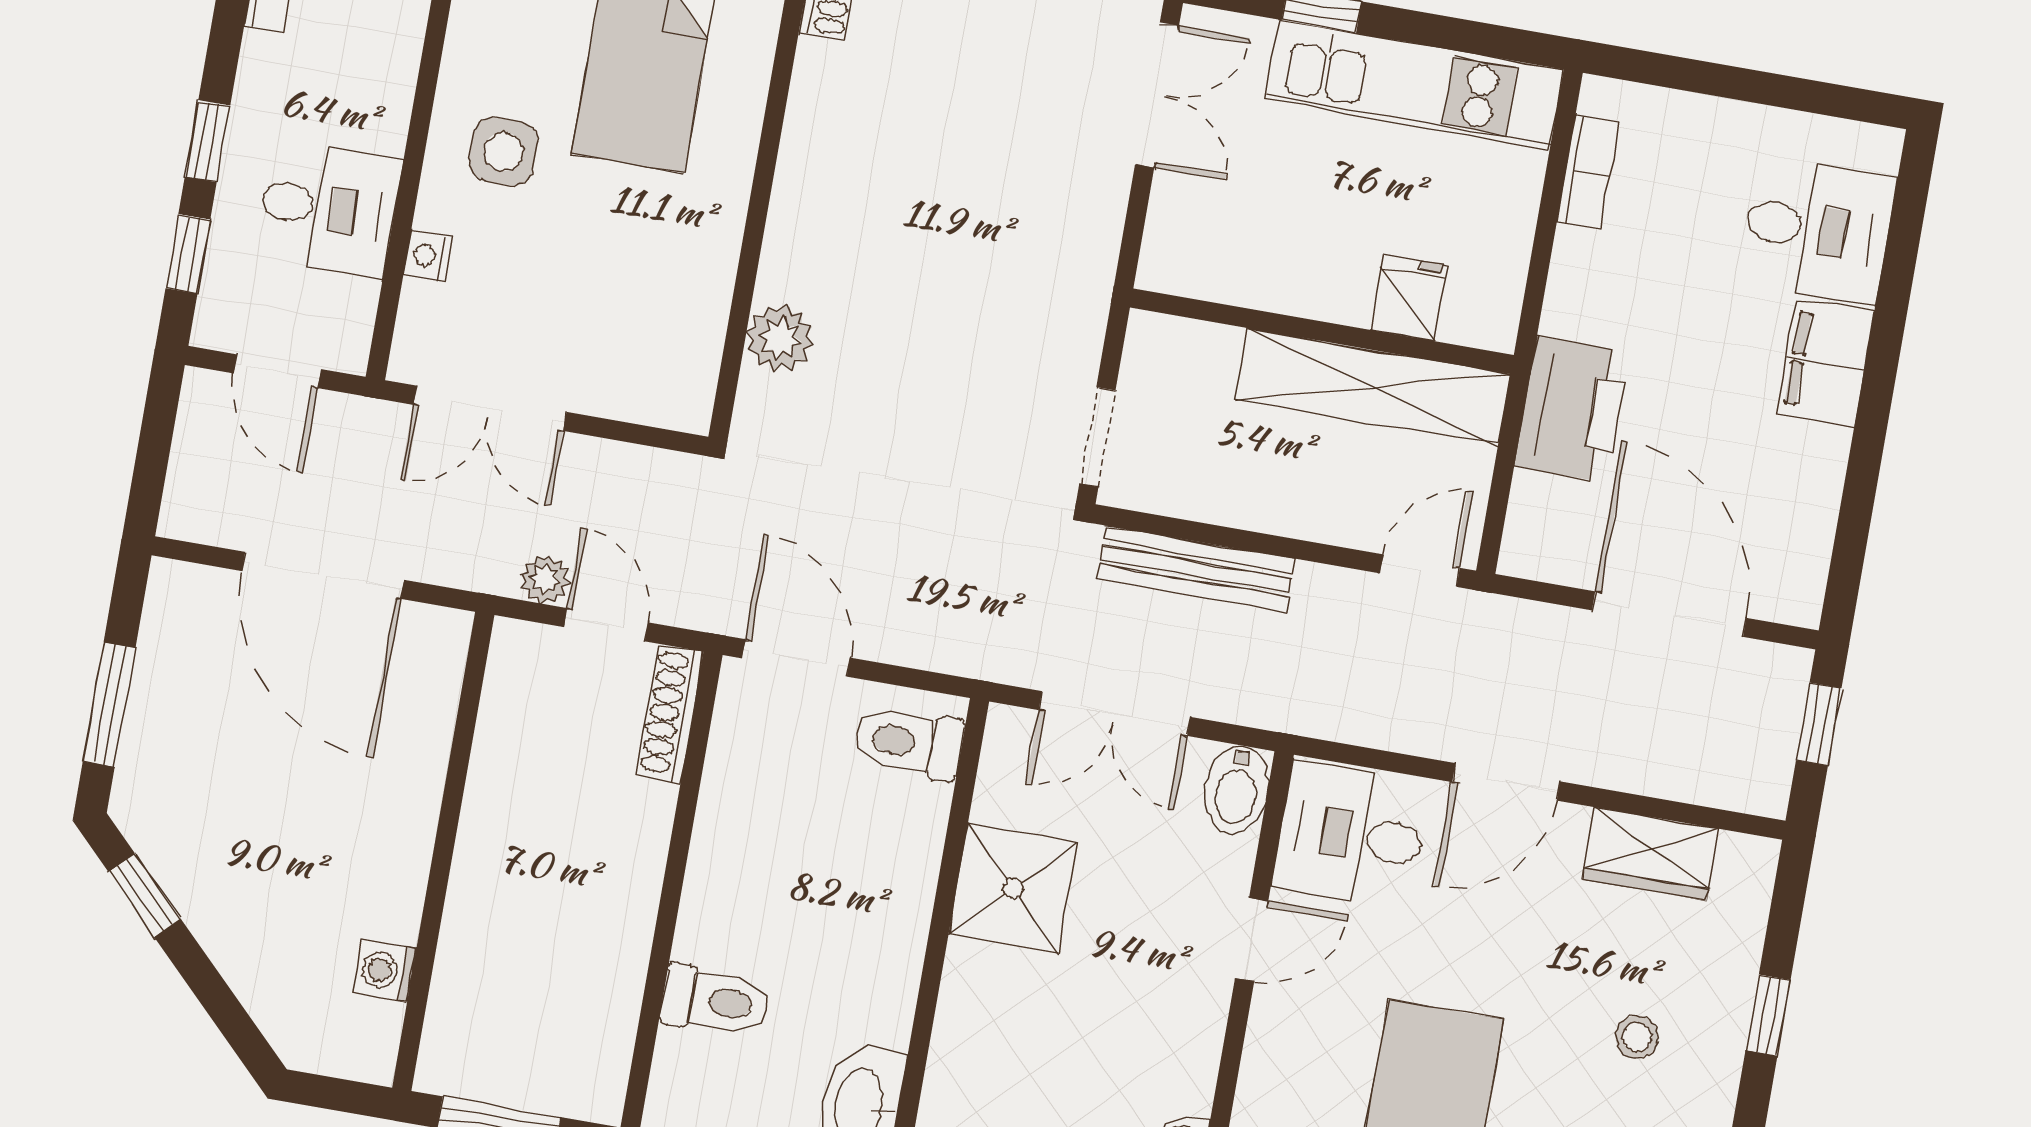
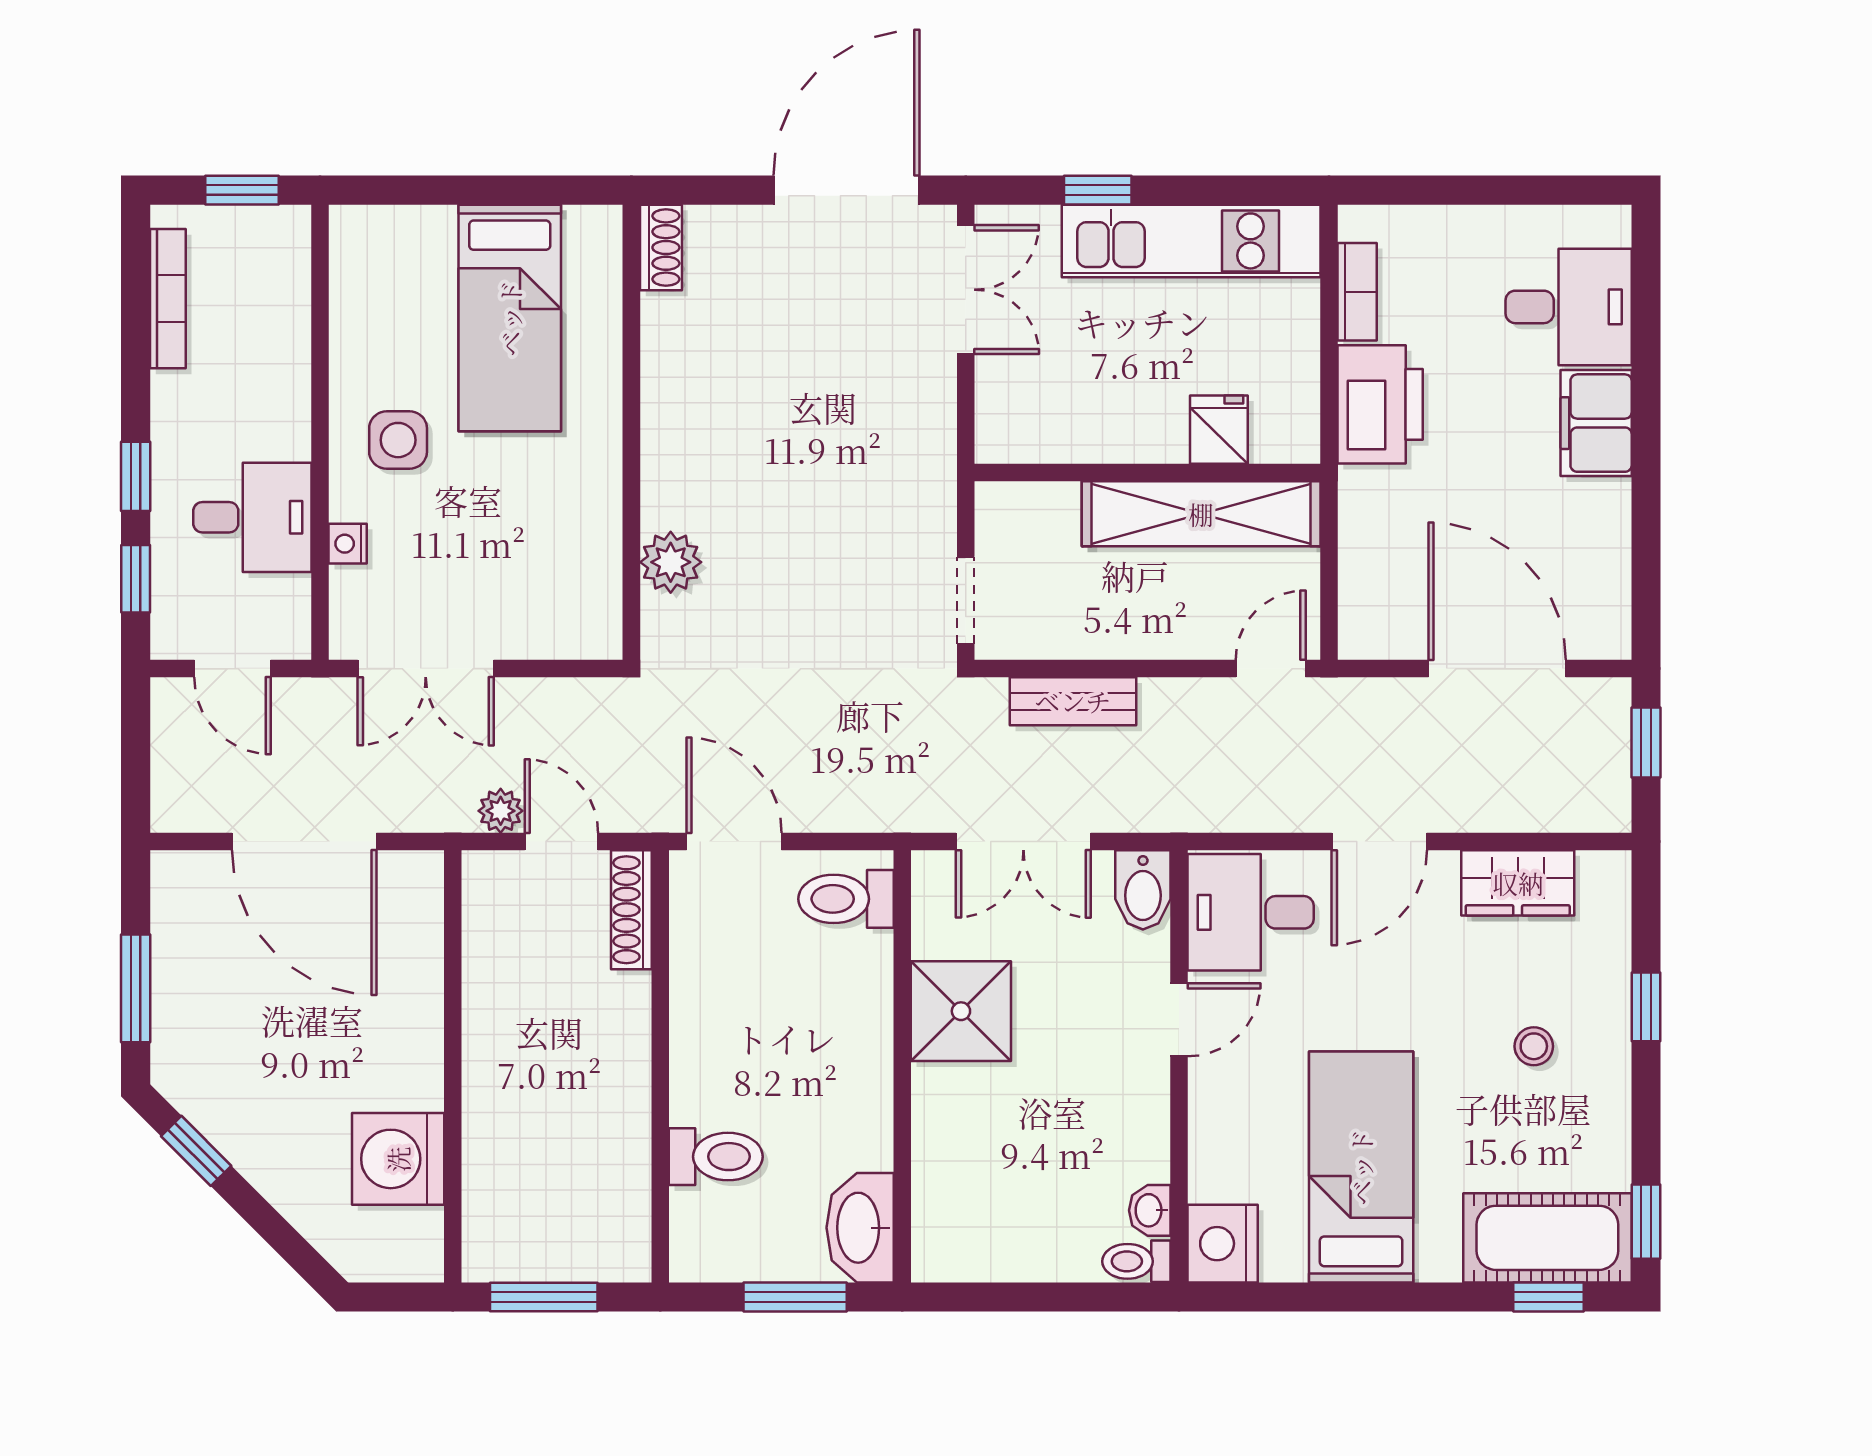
printer: (1572, 409) -> (1380, 404), moved
bench: (1196, 569) -> (1073, 701), width x0.73
washing machine: (385, 971) -> (398, 1159), width x1.89, depth x1.89

